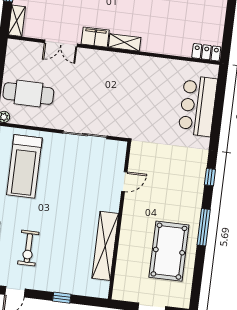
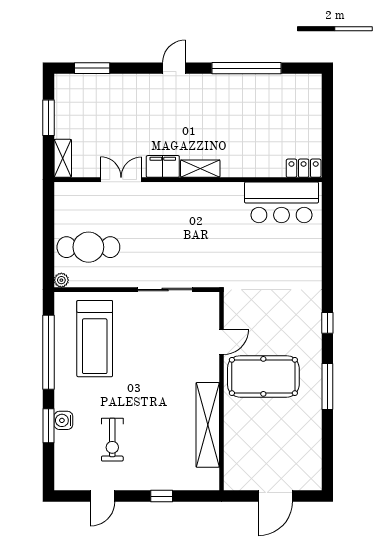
double door: (61, 43) -> (121, 180), swing flipped
bar counter: (198, 106) -> (282, 202), moved, turned -90
pool table: (169, 251) -> (263, 376), moved, turned 90

